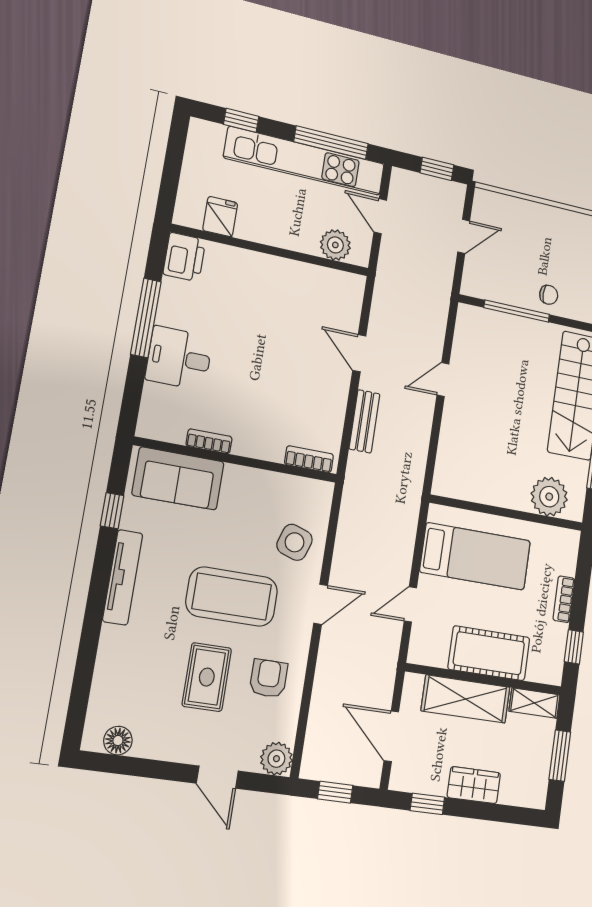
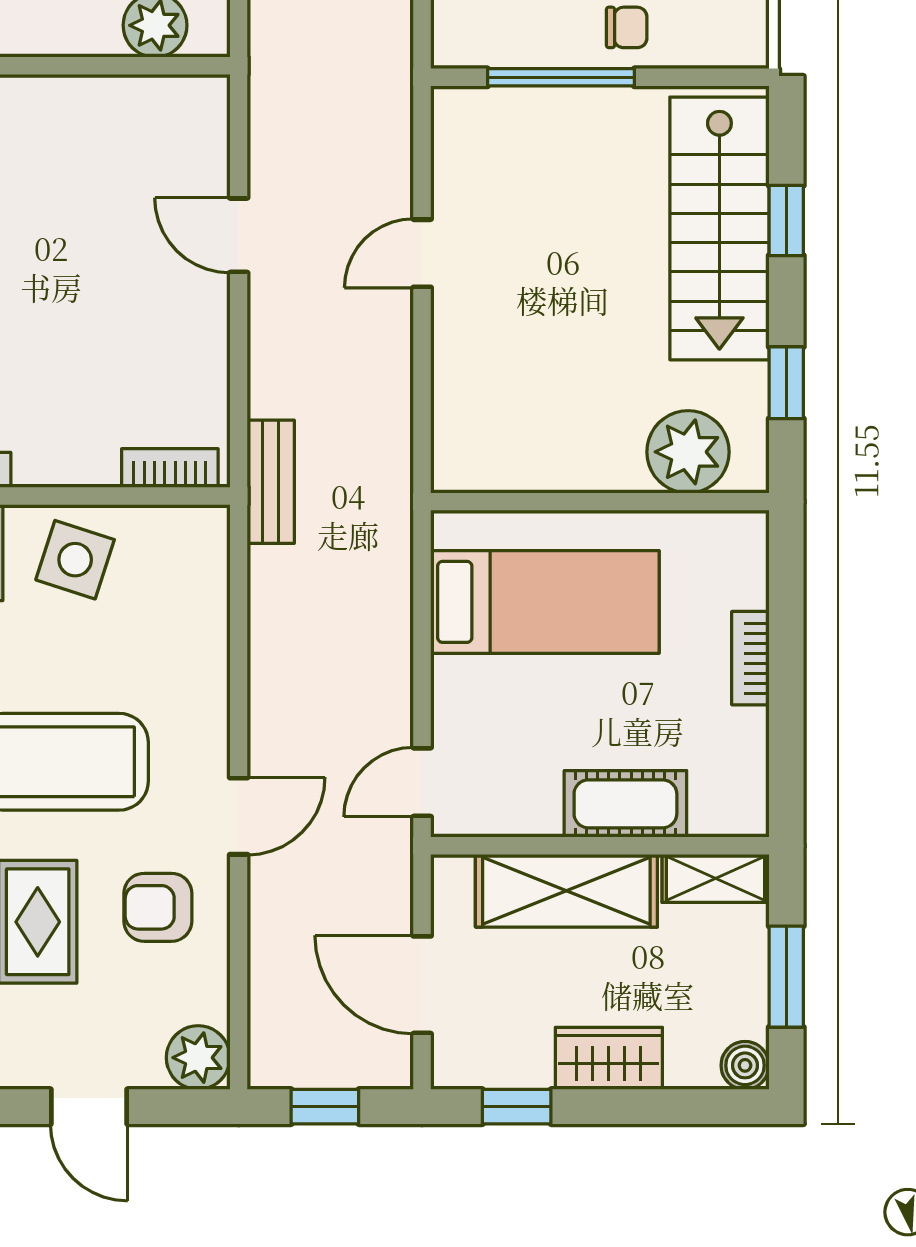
bench: (364, 421) -> (271, 482), moved
side table: (295, 542) -> (75, 560), moved
door: (321, 604) -> (239, 816), moved
door: (410, 604) -> (422, 782), moved
window: (574, 647) -> (786, 752), removed
cot: (489, 653) -> (625, 804), width x0.73, depth x0.75
armchair: (268, 678) -> (158, 907), turned -90
boiler: (536, 797) -> (745, 1065), added

